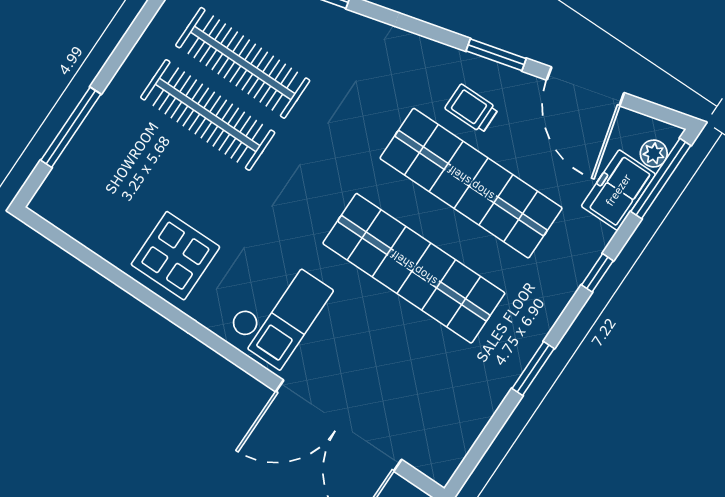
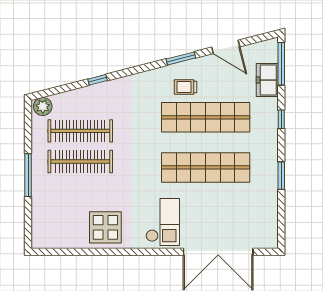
door: (585, 86) -> (226, 47), width x0.73
window: (71, 127) -> (28, 175), moved
plant: (654, 153) -> (272, 56), removed

